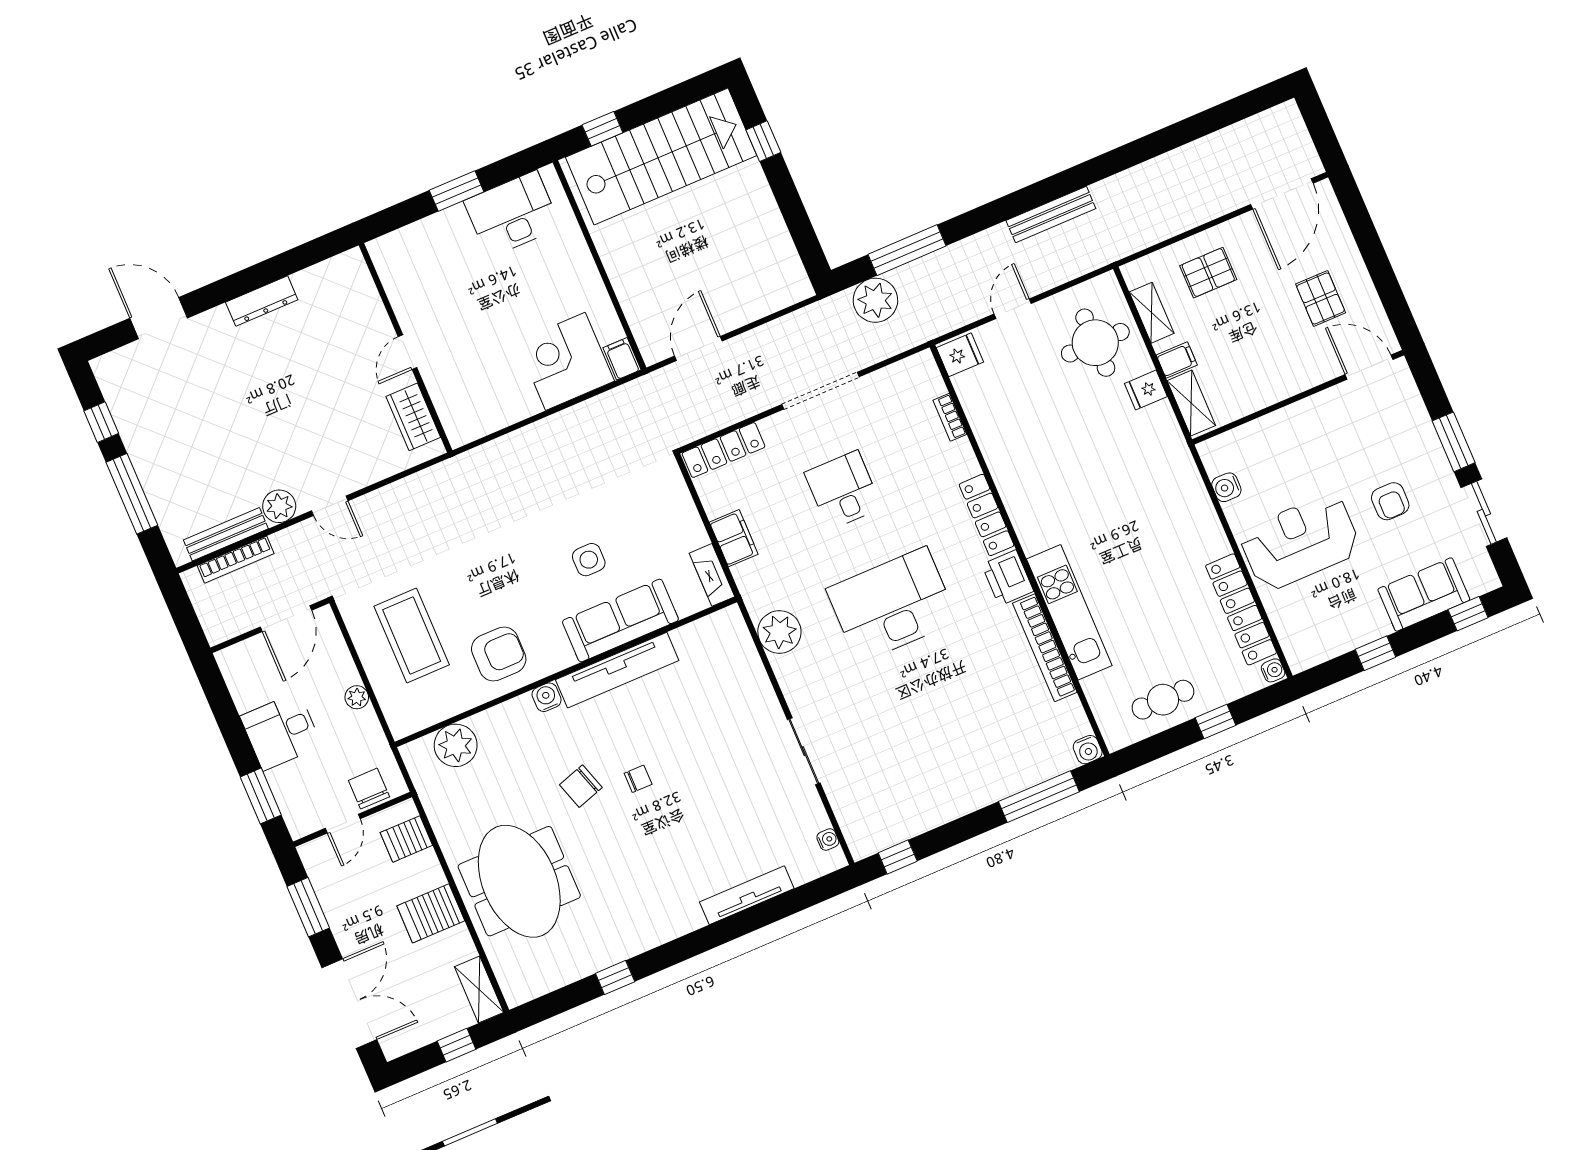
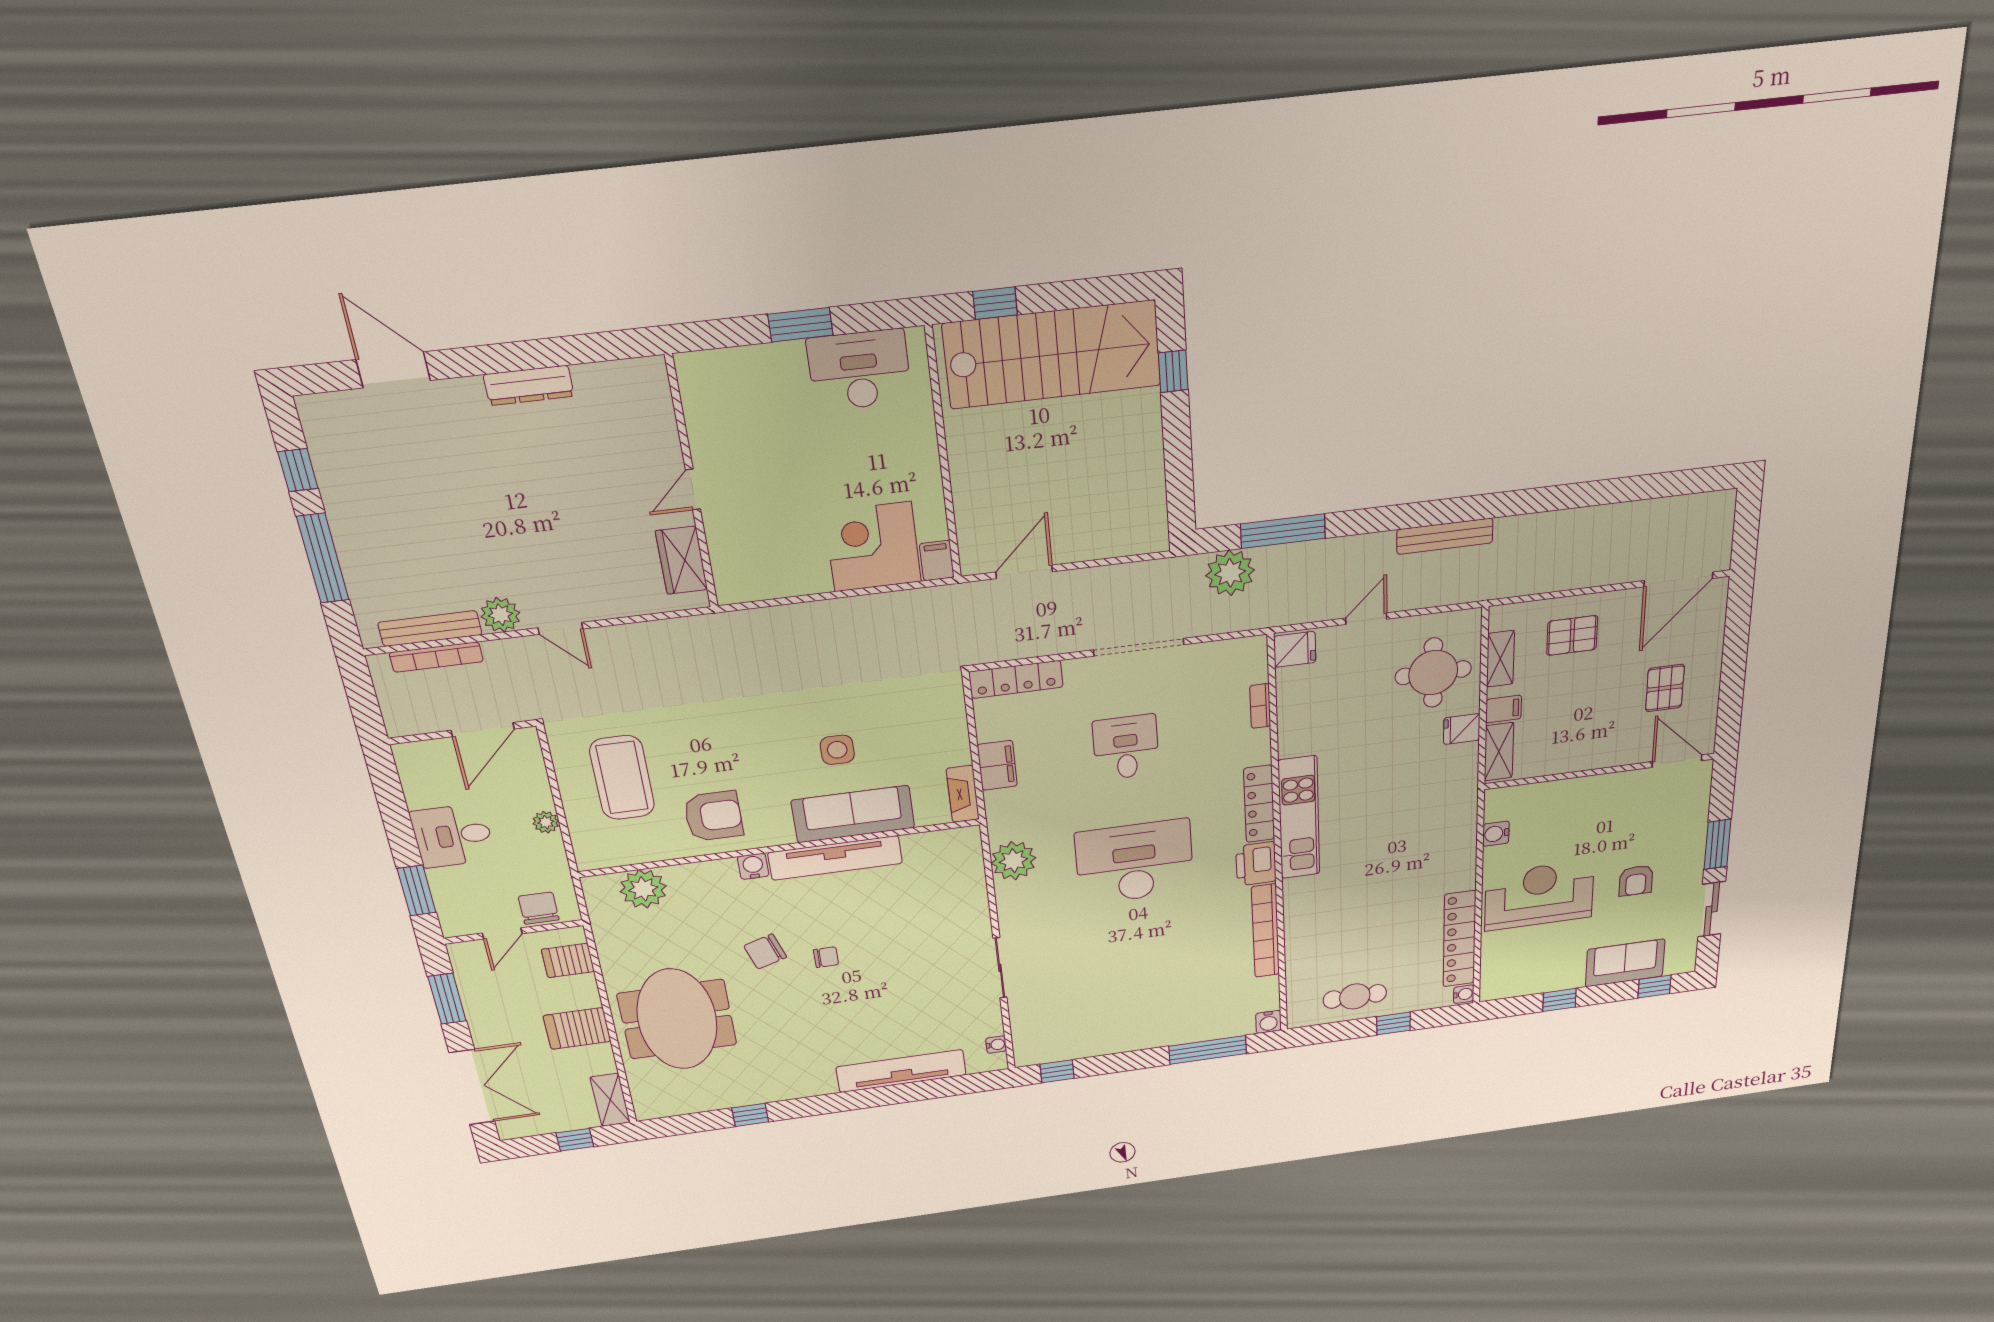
kitchen unit: (1069, 612) -> (1299, 818), moved
tv unit: (747, 895) -> (901, 1071), width x1.36, depth x1.29

